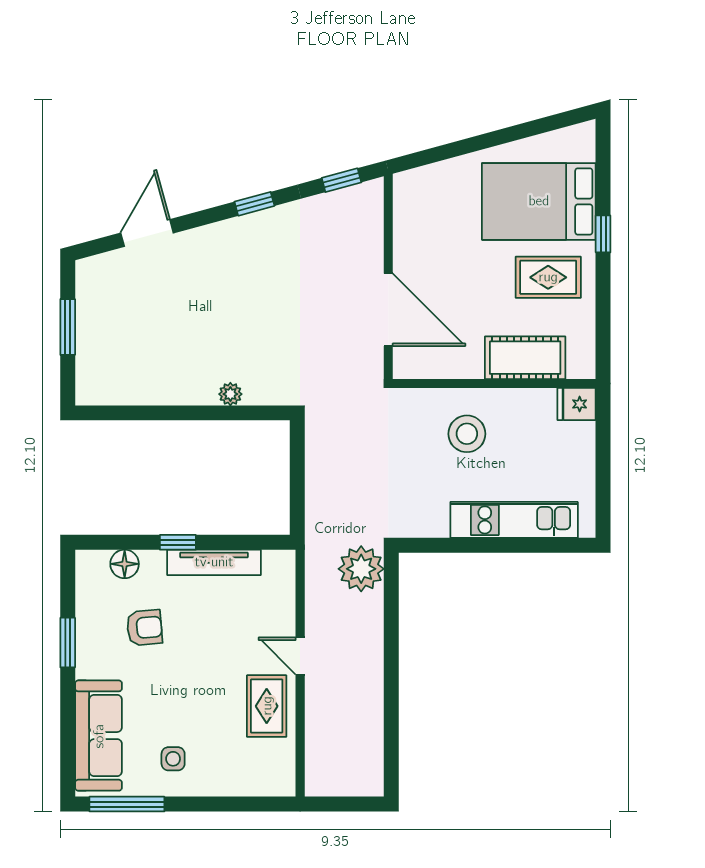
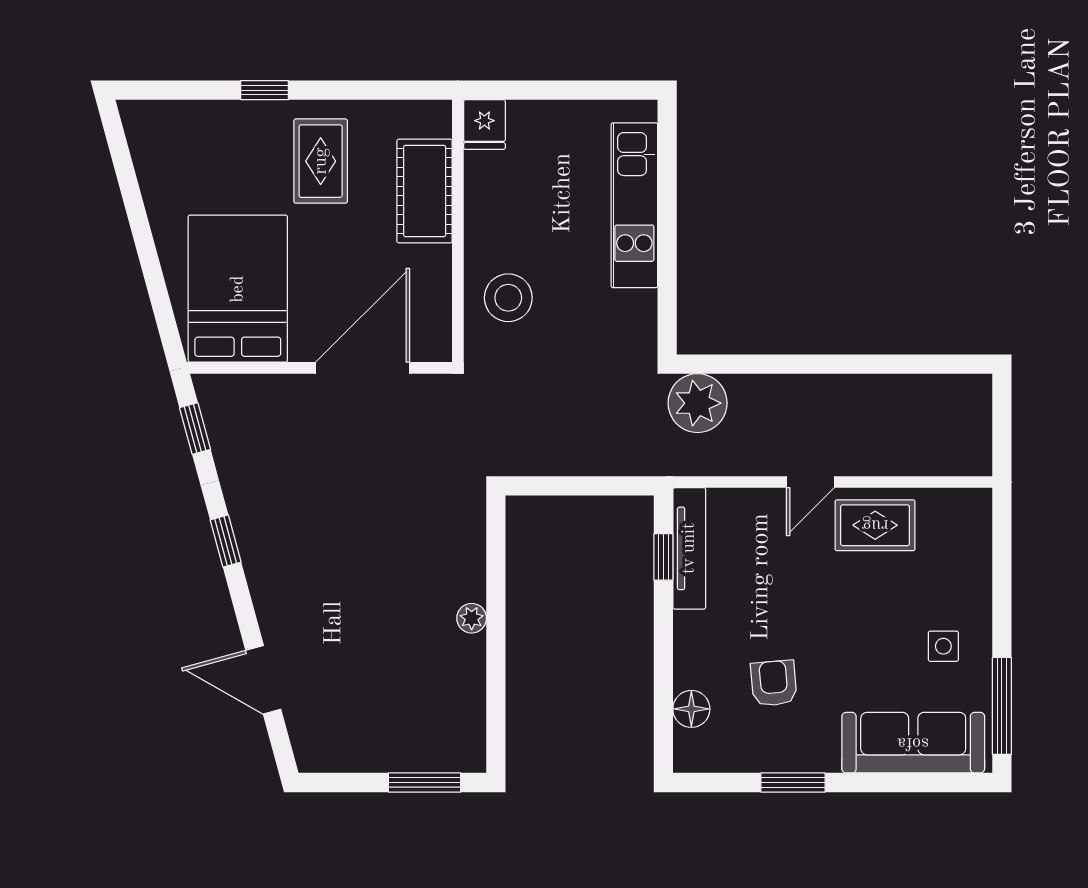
bed: (539, 201) -> (238, 289), moved, turned 180
window: (68, 327) -> (425, 782), moved
plant: (230, 394) -> (472, 618), moved
stool: (467, 434) -> (508, 298), moved
window: (178, 542) -> (663, 557), moved
tv unit: (214, 562) -> (689, 548), moved

